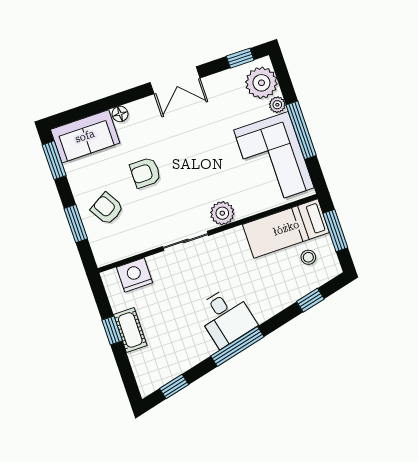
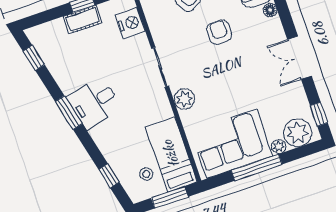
window: (237, 346) -> (69, 113), width x0.69

